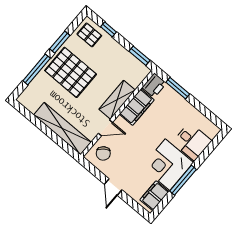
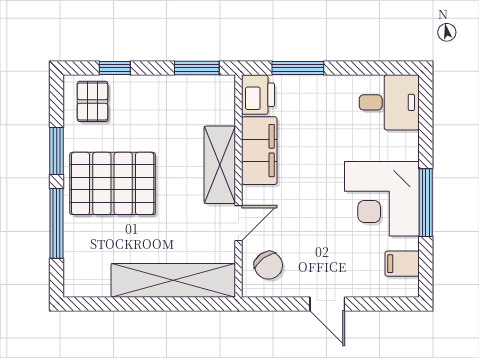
pallet: (89, 35) -> (93, 101), turned 90
desk: (192, 142) -> (389, 102), moved
filing cabinet: (154, 196) -> (402, 264), width x0.50

